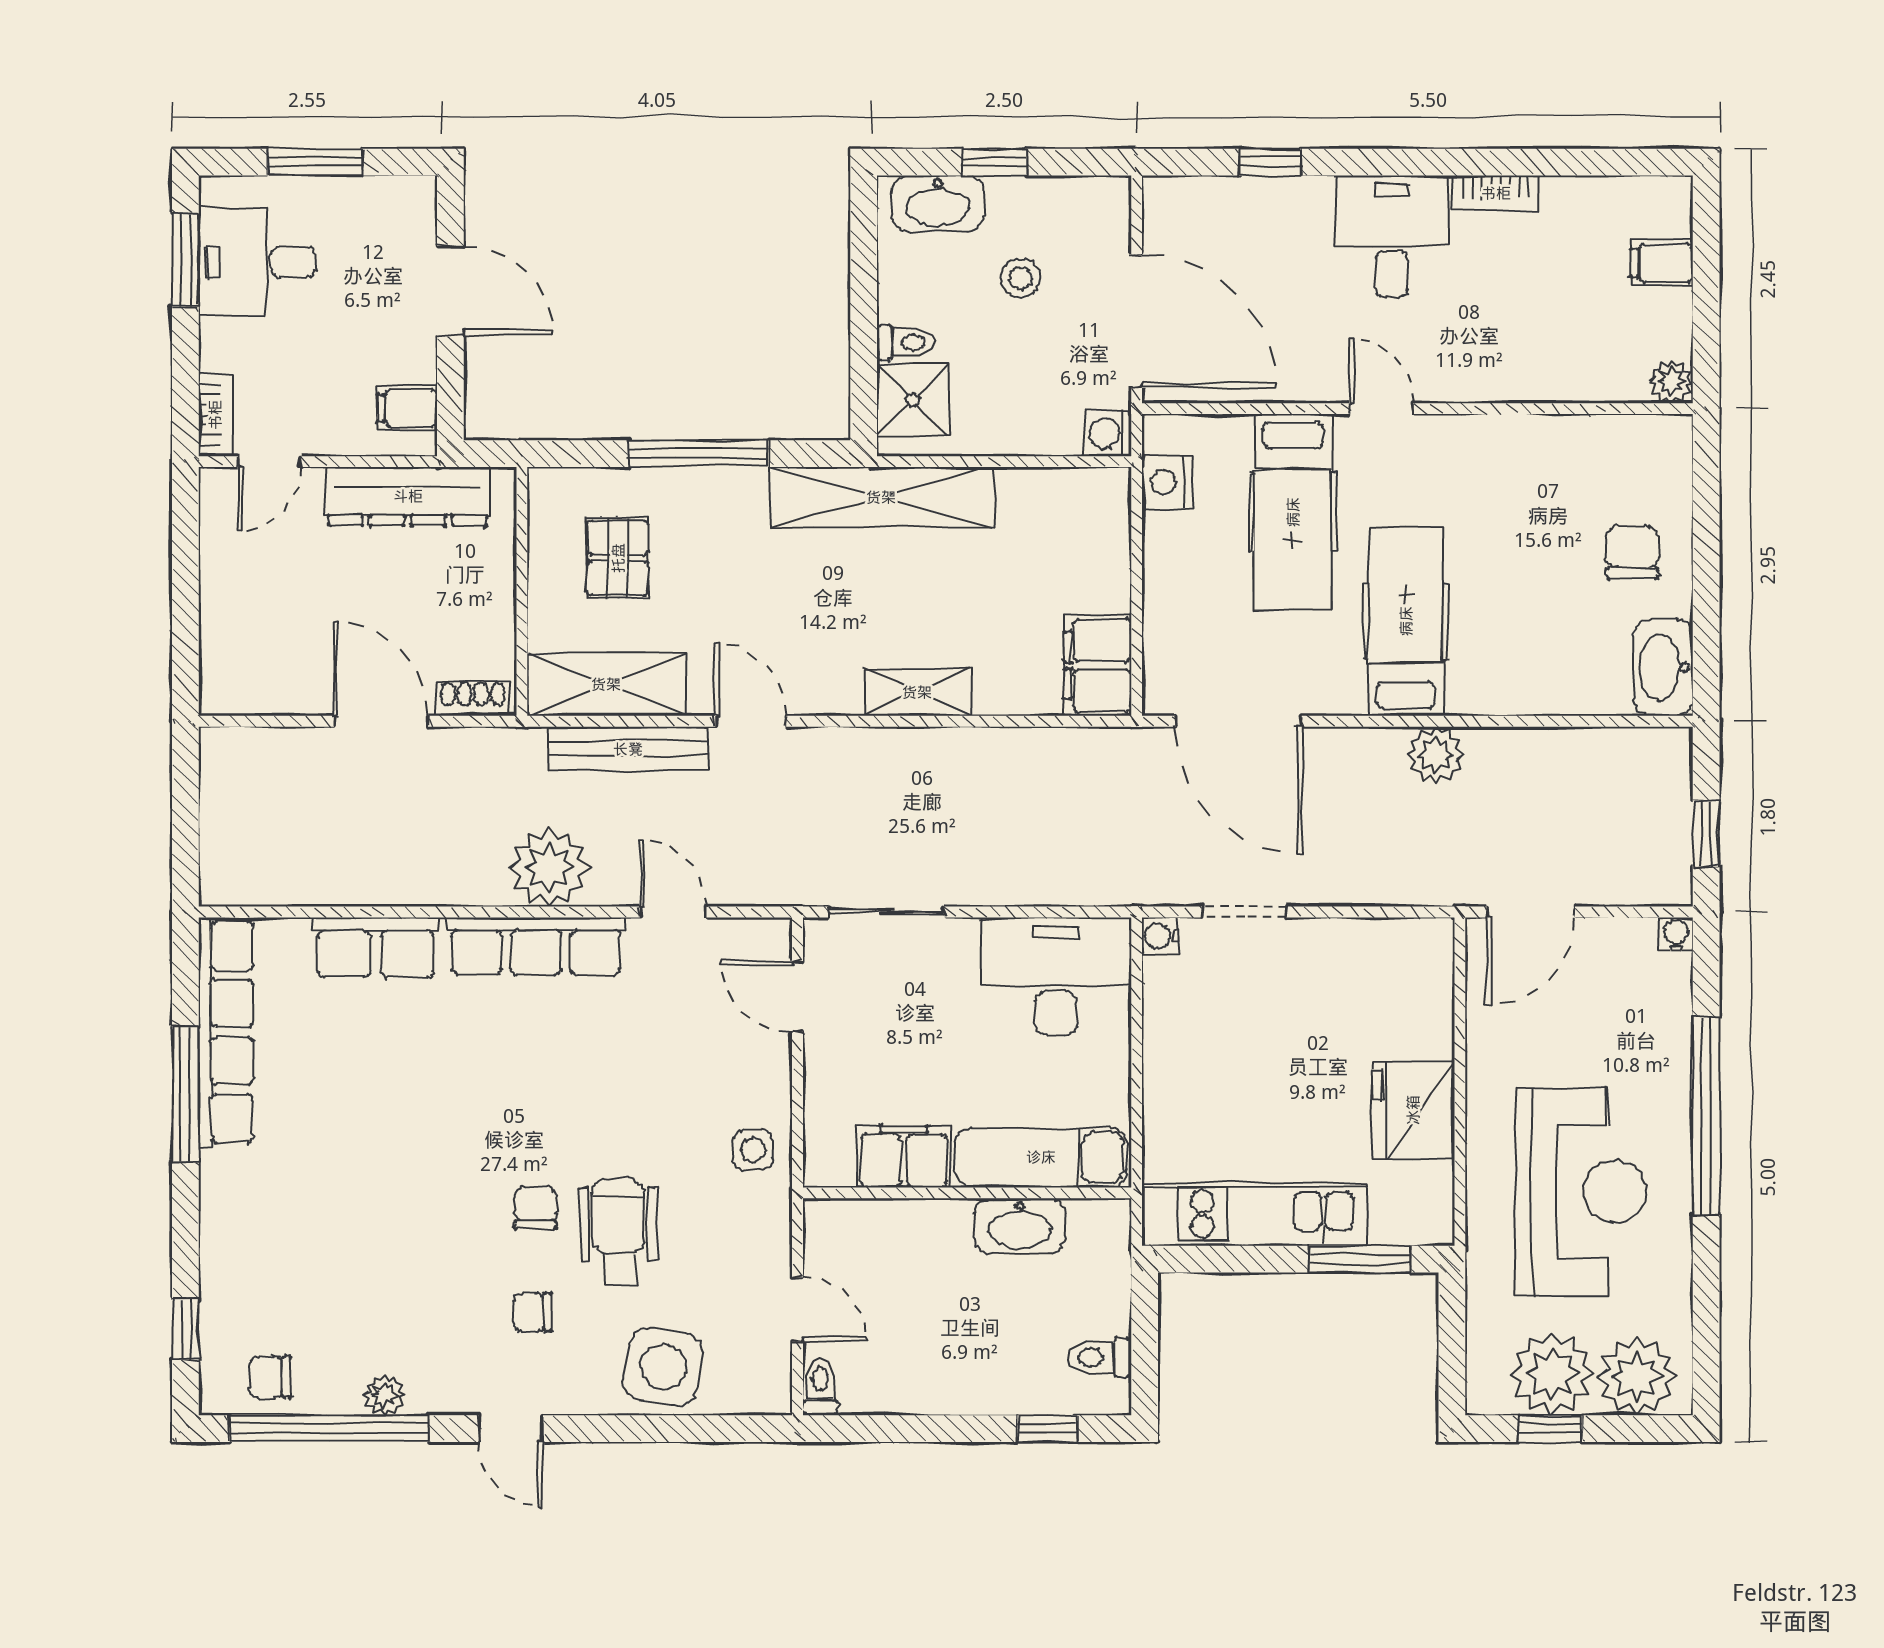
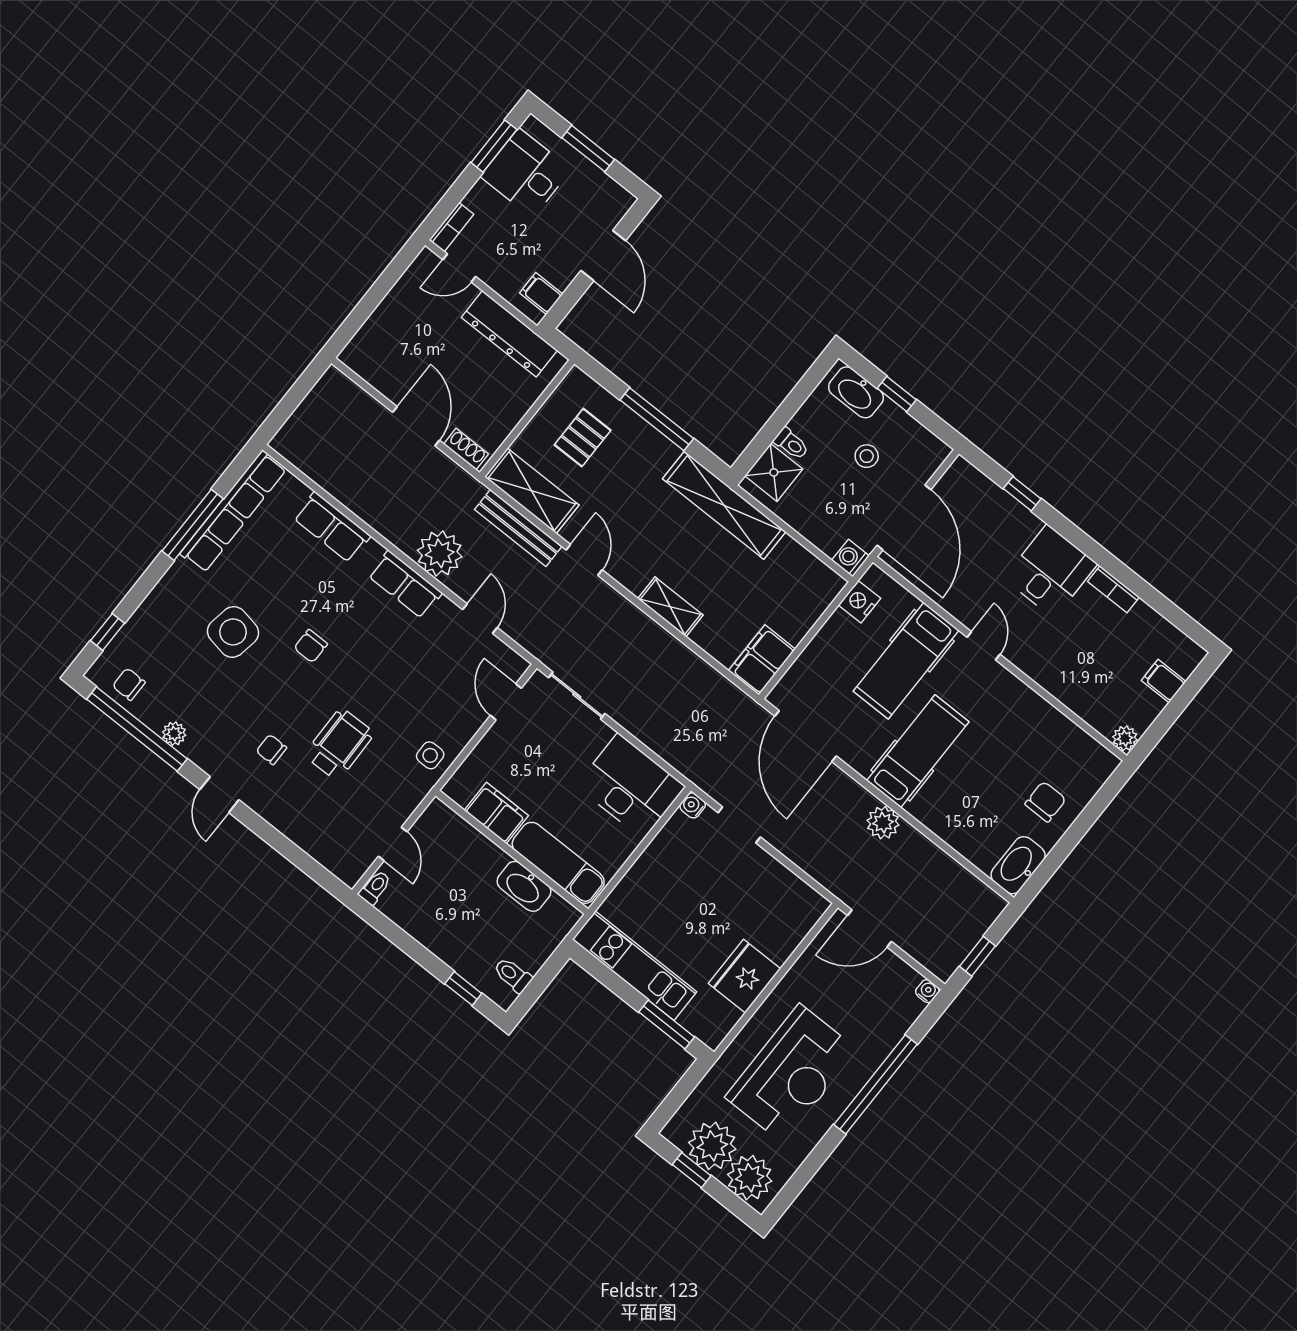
row of seats: (536, 946) -> (405, 584), width x0.68
chair: (536, 1208) -> (311, 646), moved, turned 180
side table: (663, 1367) -> (233, 632), moved

